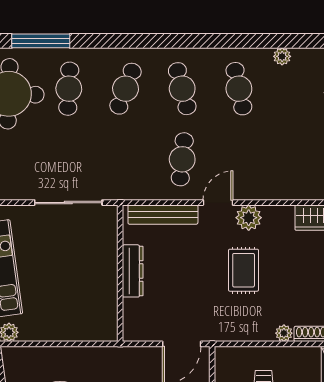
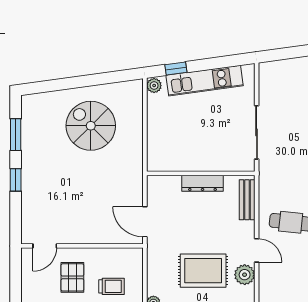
bench: (163, 215) -> (247, 200), width x0.73
rug: (244, 270) -> (203, 271), width x1.36, depth x1.43

